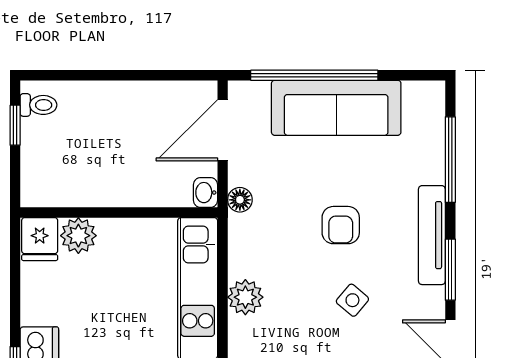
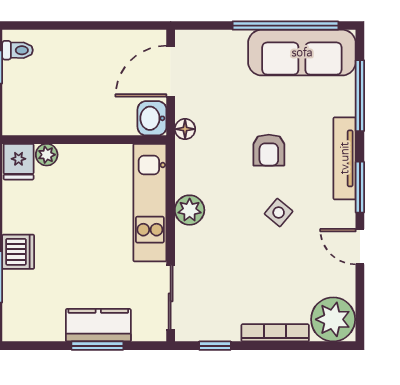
window: (314, 75) -> (285, 26), moved
sofa: (336, 108) -> (302, 53), moved
washbasin: (206, 193) -> (152, 118), width x1.38, depth x1.45
plant: (78, 236) -> (47, 155), width x0.73, depth x0.73

